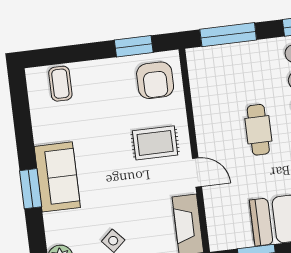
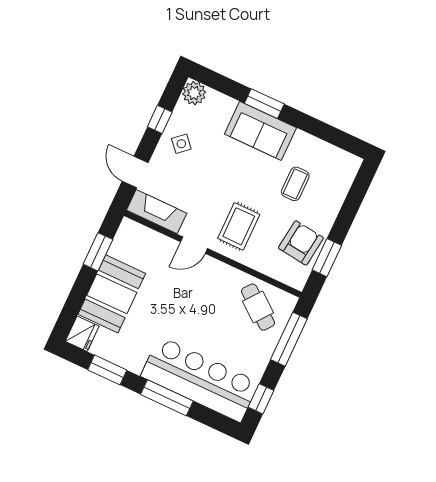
armchair: (155, 80) -> (301, 243), moved, turned 97
coffee table: (60, 84) -> (295, 184), moved, turned 90
cafe table: (258, 130) -> (258, 307), moved, turned 38

